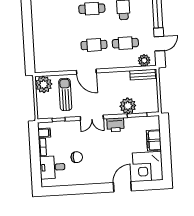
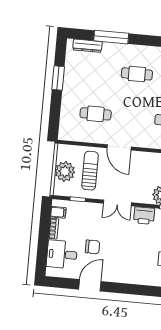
window: (27, 22) -> (58, 78), added
cafe table: (94, 45) -> (96, 114), moved
plant: (44, 84) -> (65, 171), moved
door: (122, 187) -> (90, 285), moved

